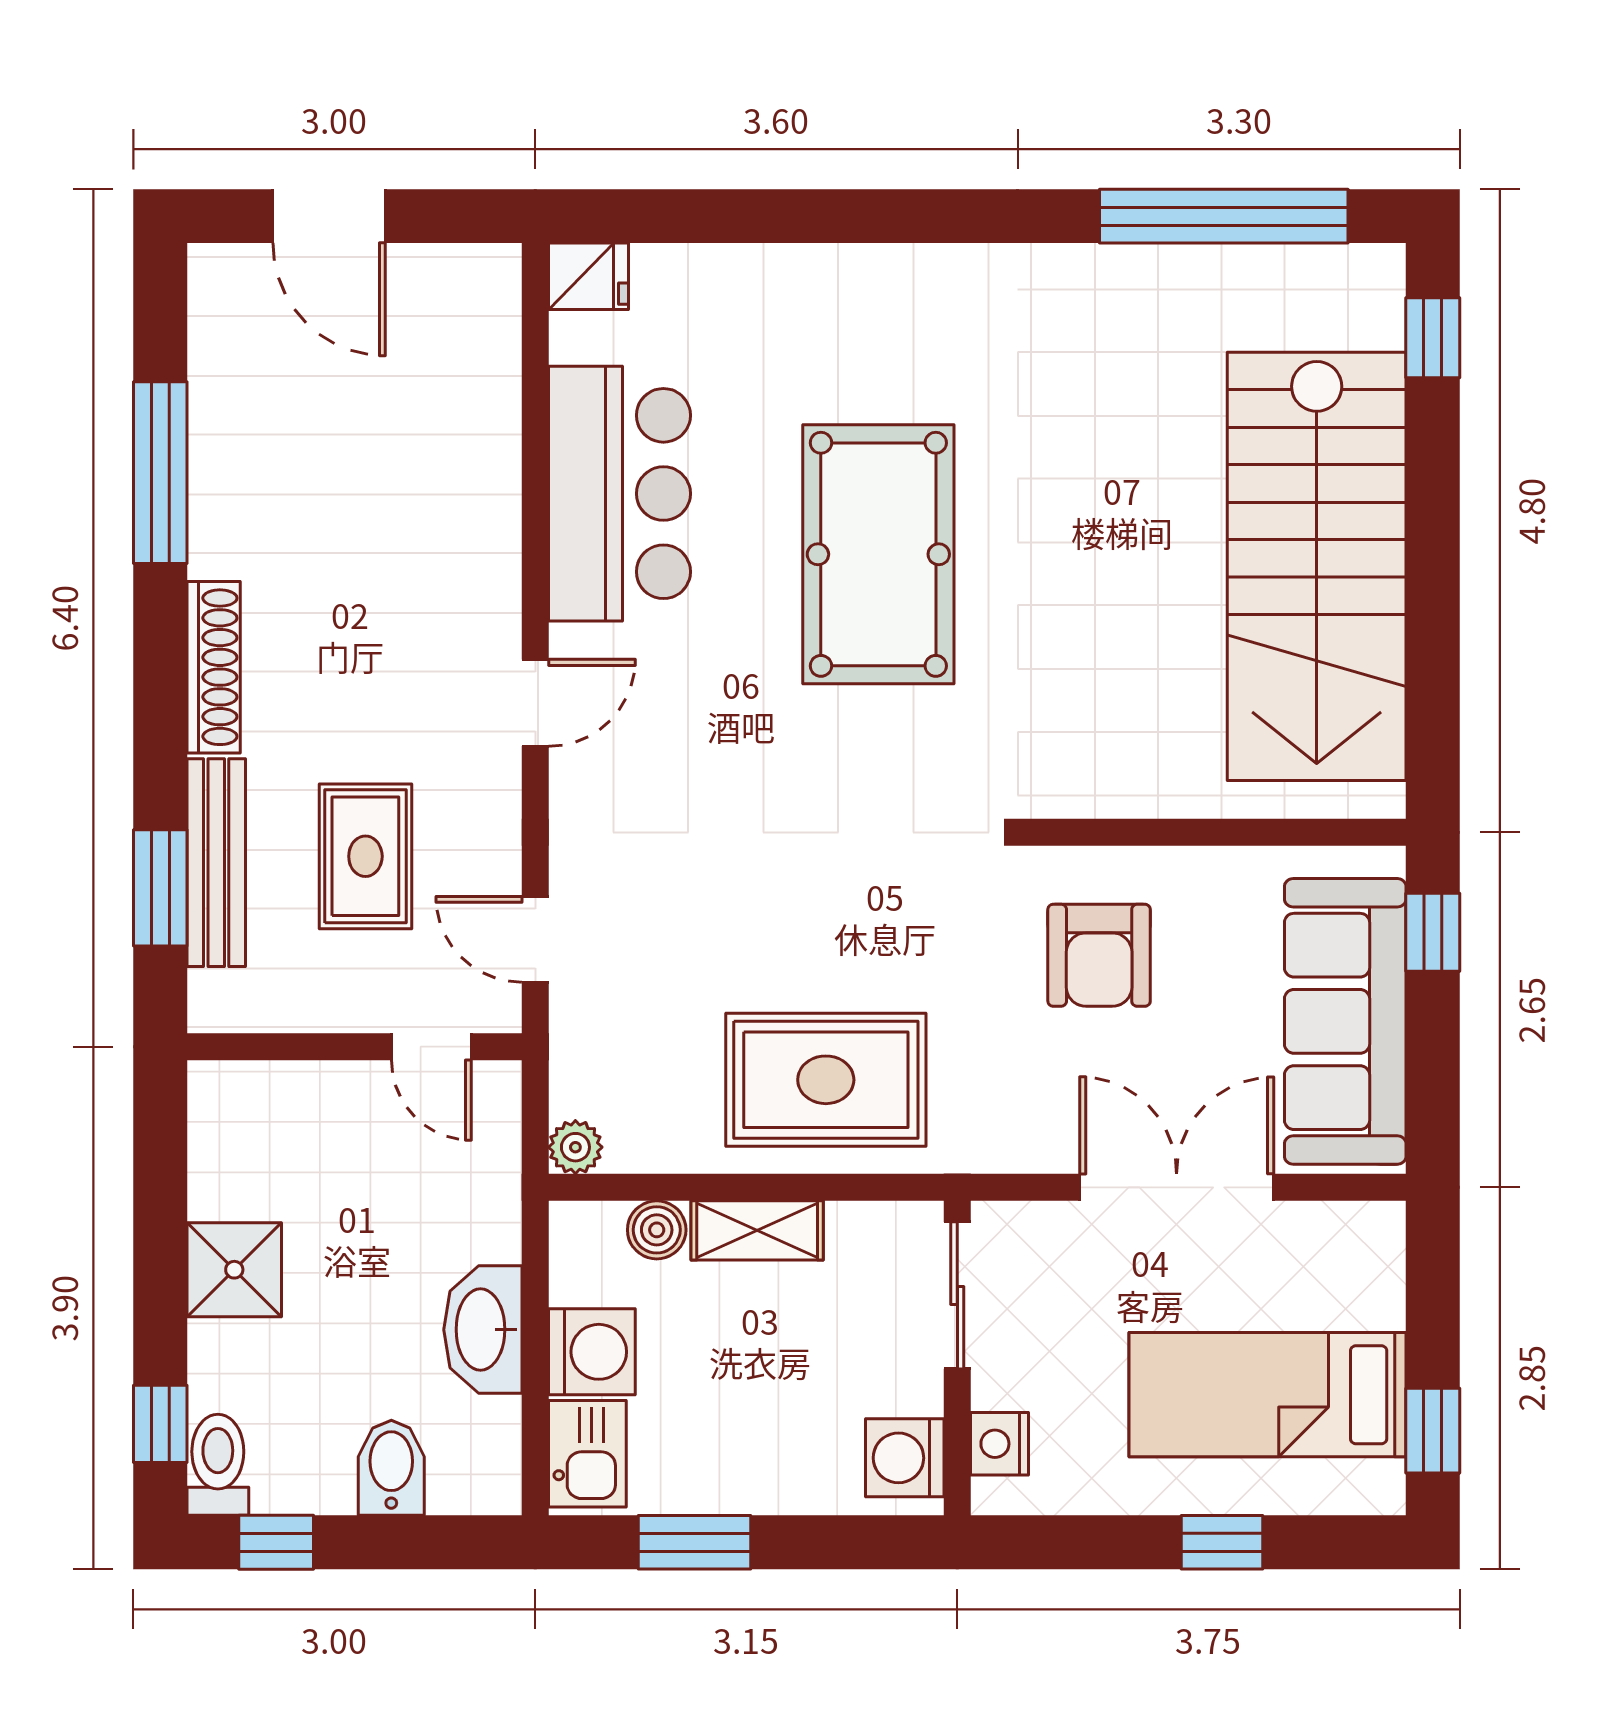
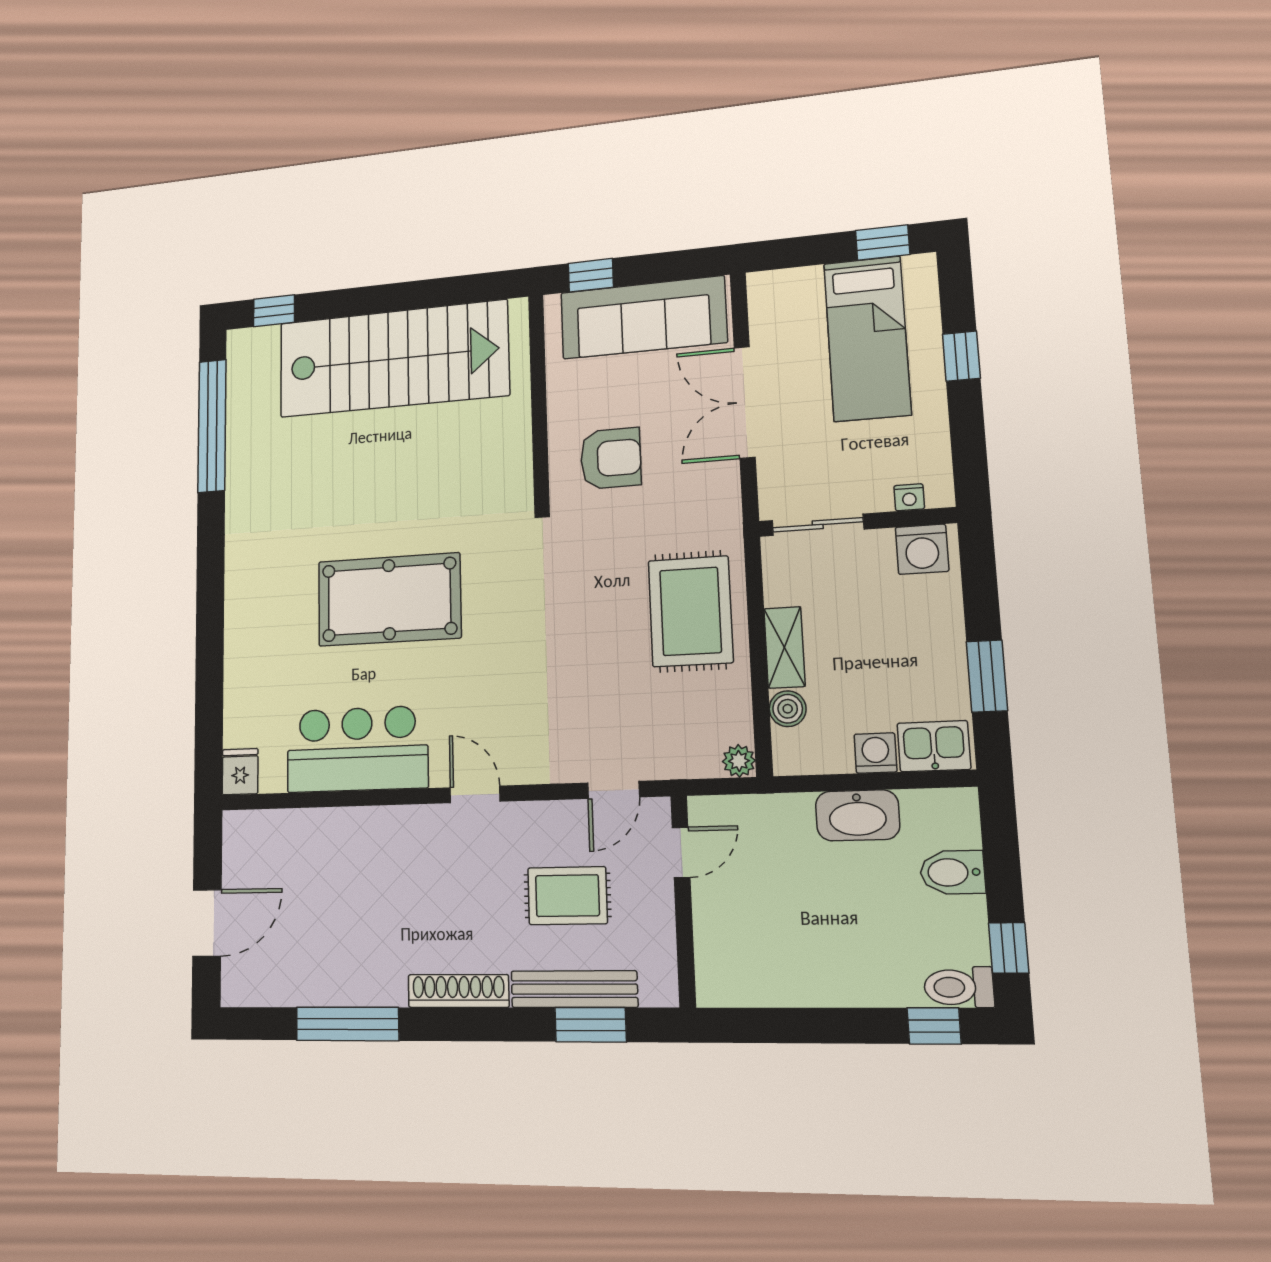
shower: (234, 1270) -> (829, 977), removed
washing machine: (592, 1352) -> (876, 753), width x0.73, depth x0.73
nightstand: (1000, 1444) -> (909, 497), width x0.72, depth x0.74

